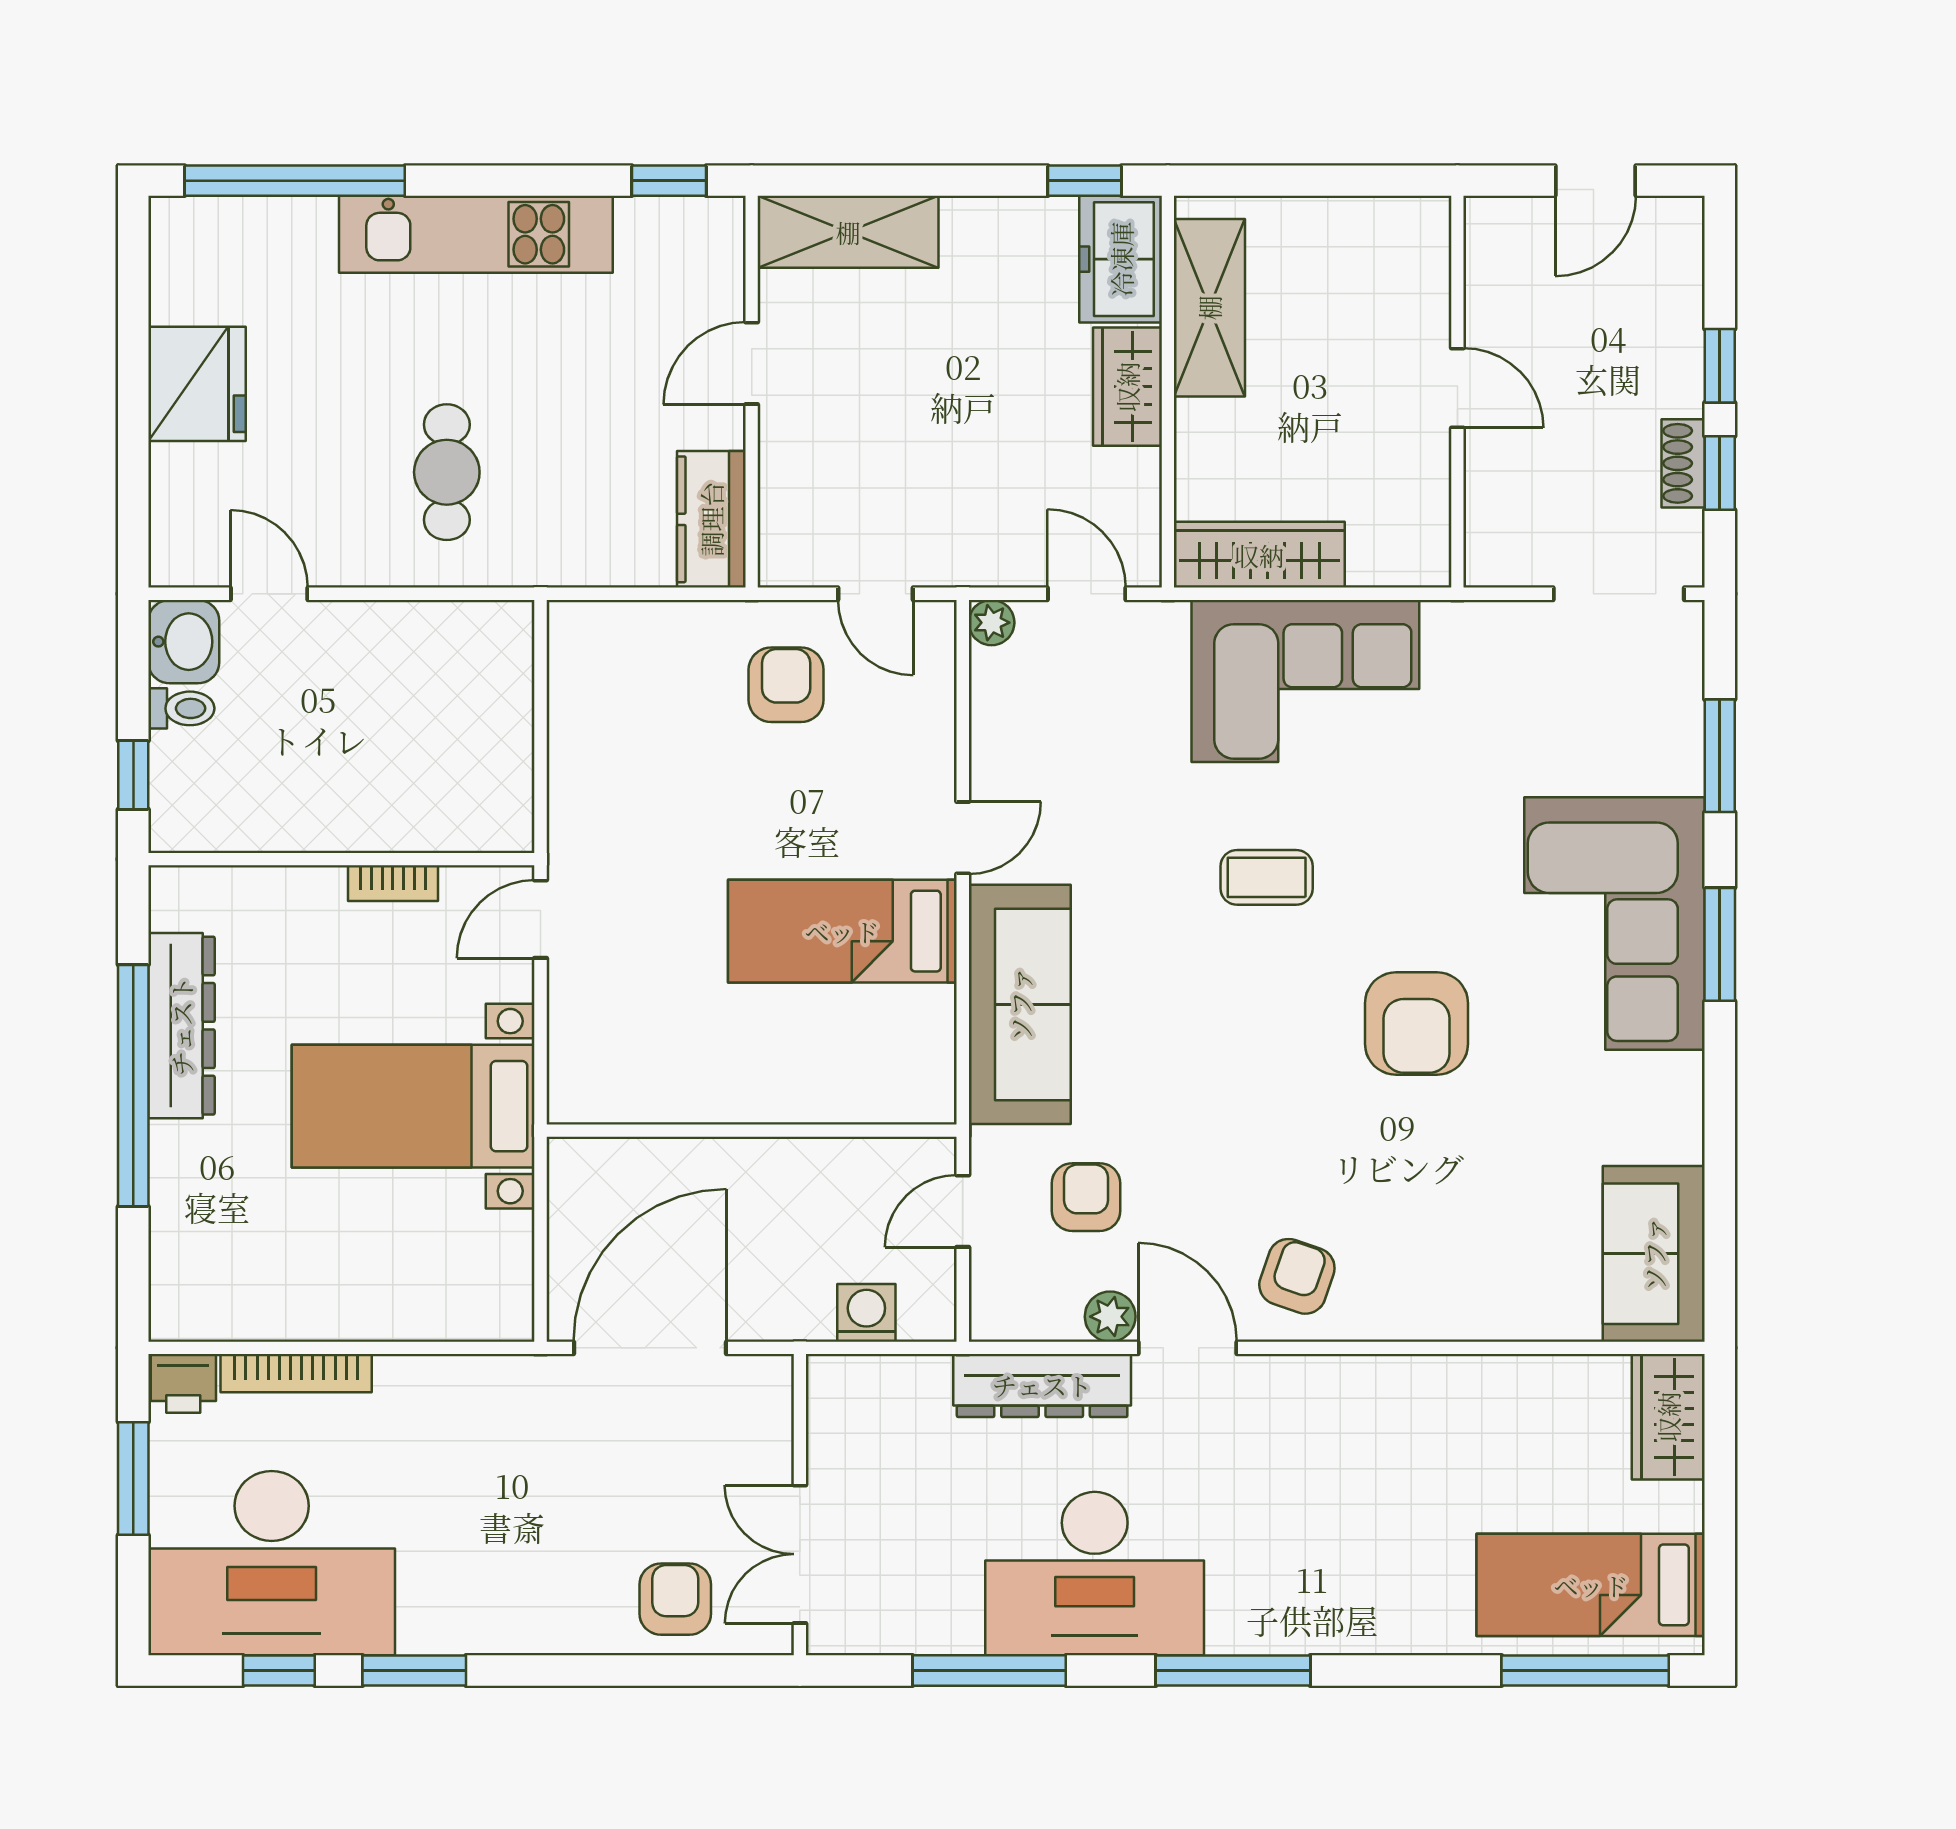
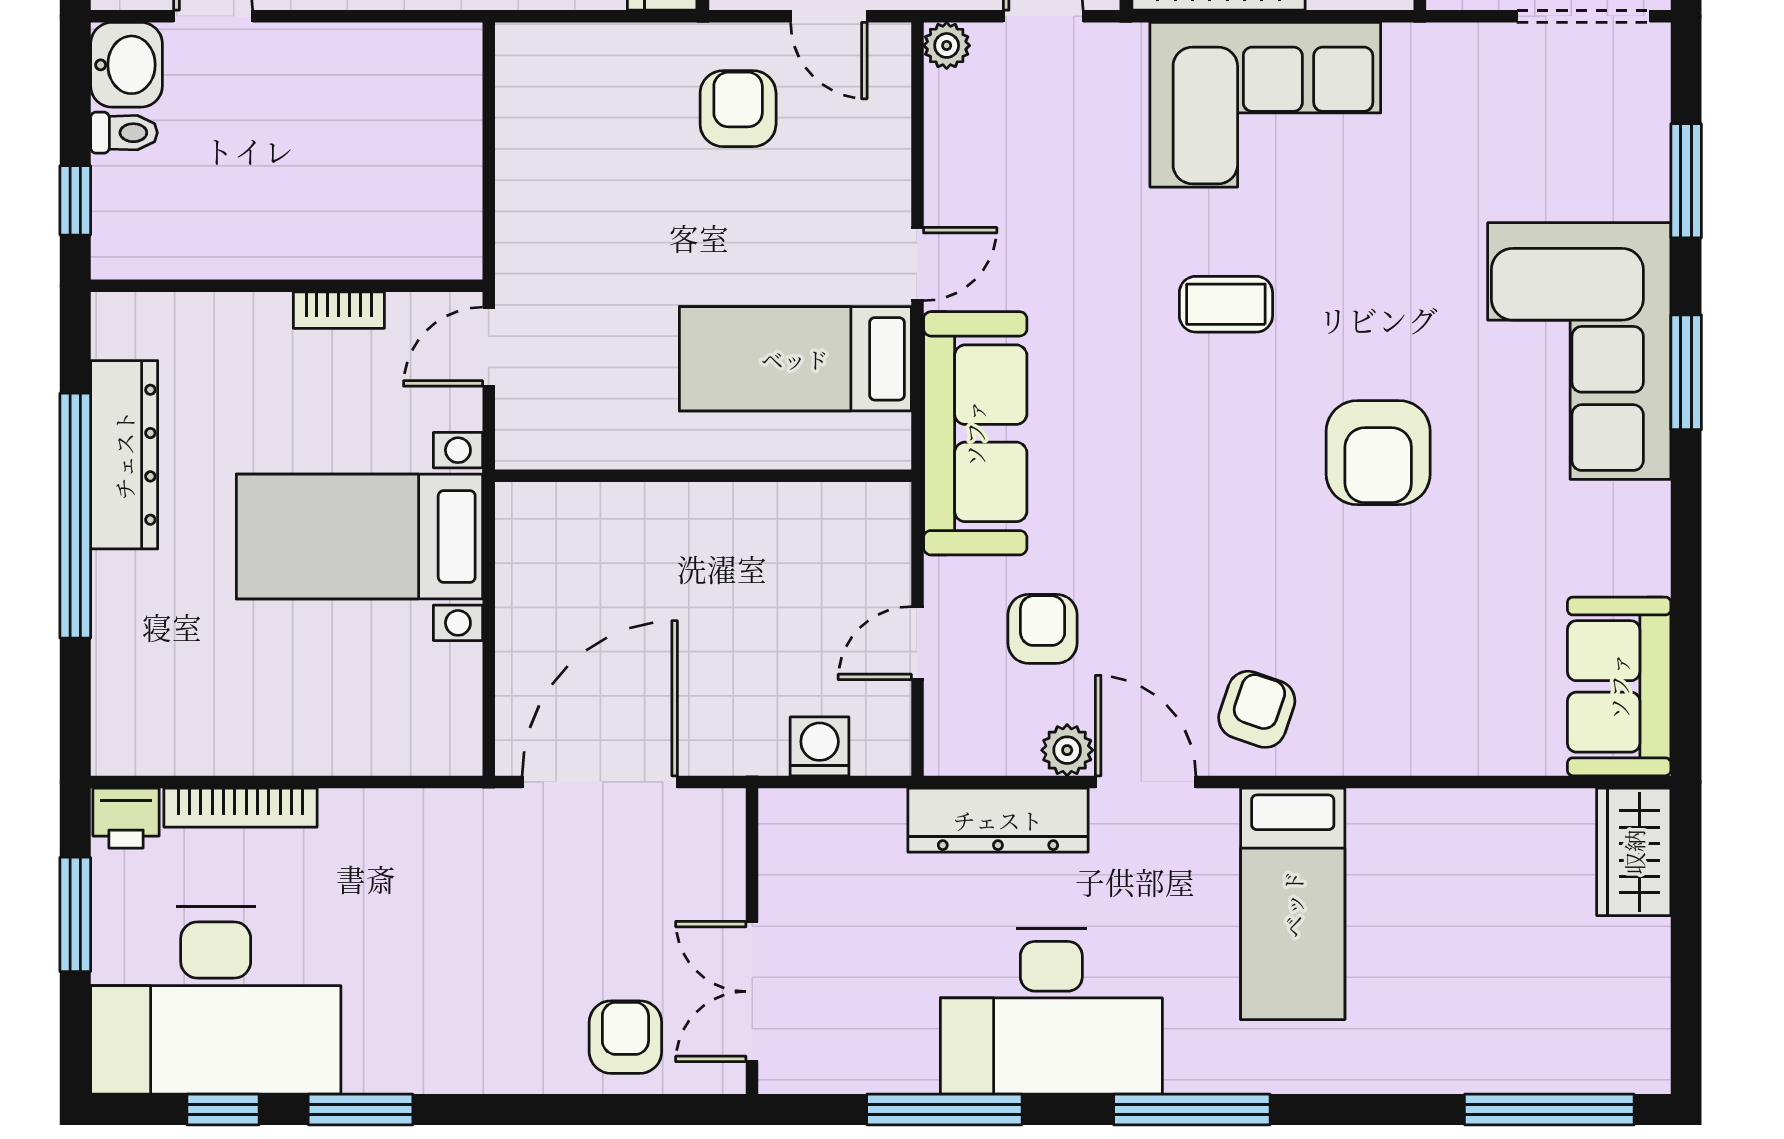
wall: (752, 1131) -> (703, 476), moved
bed: (1591, 1585) -> (1293, 904), moved, turned -90

